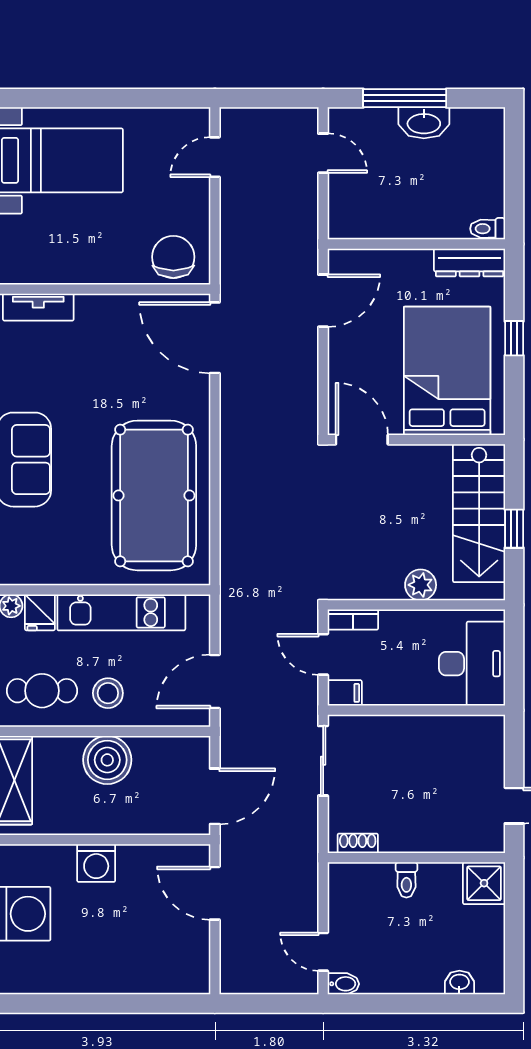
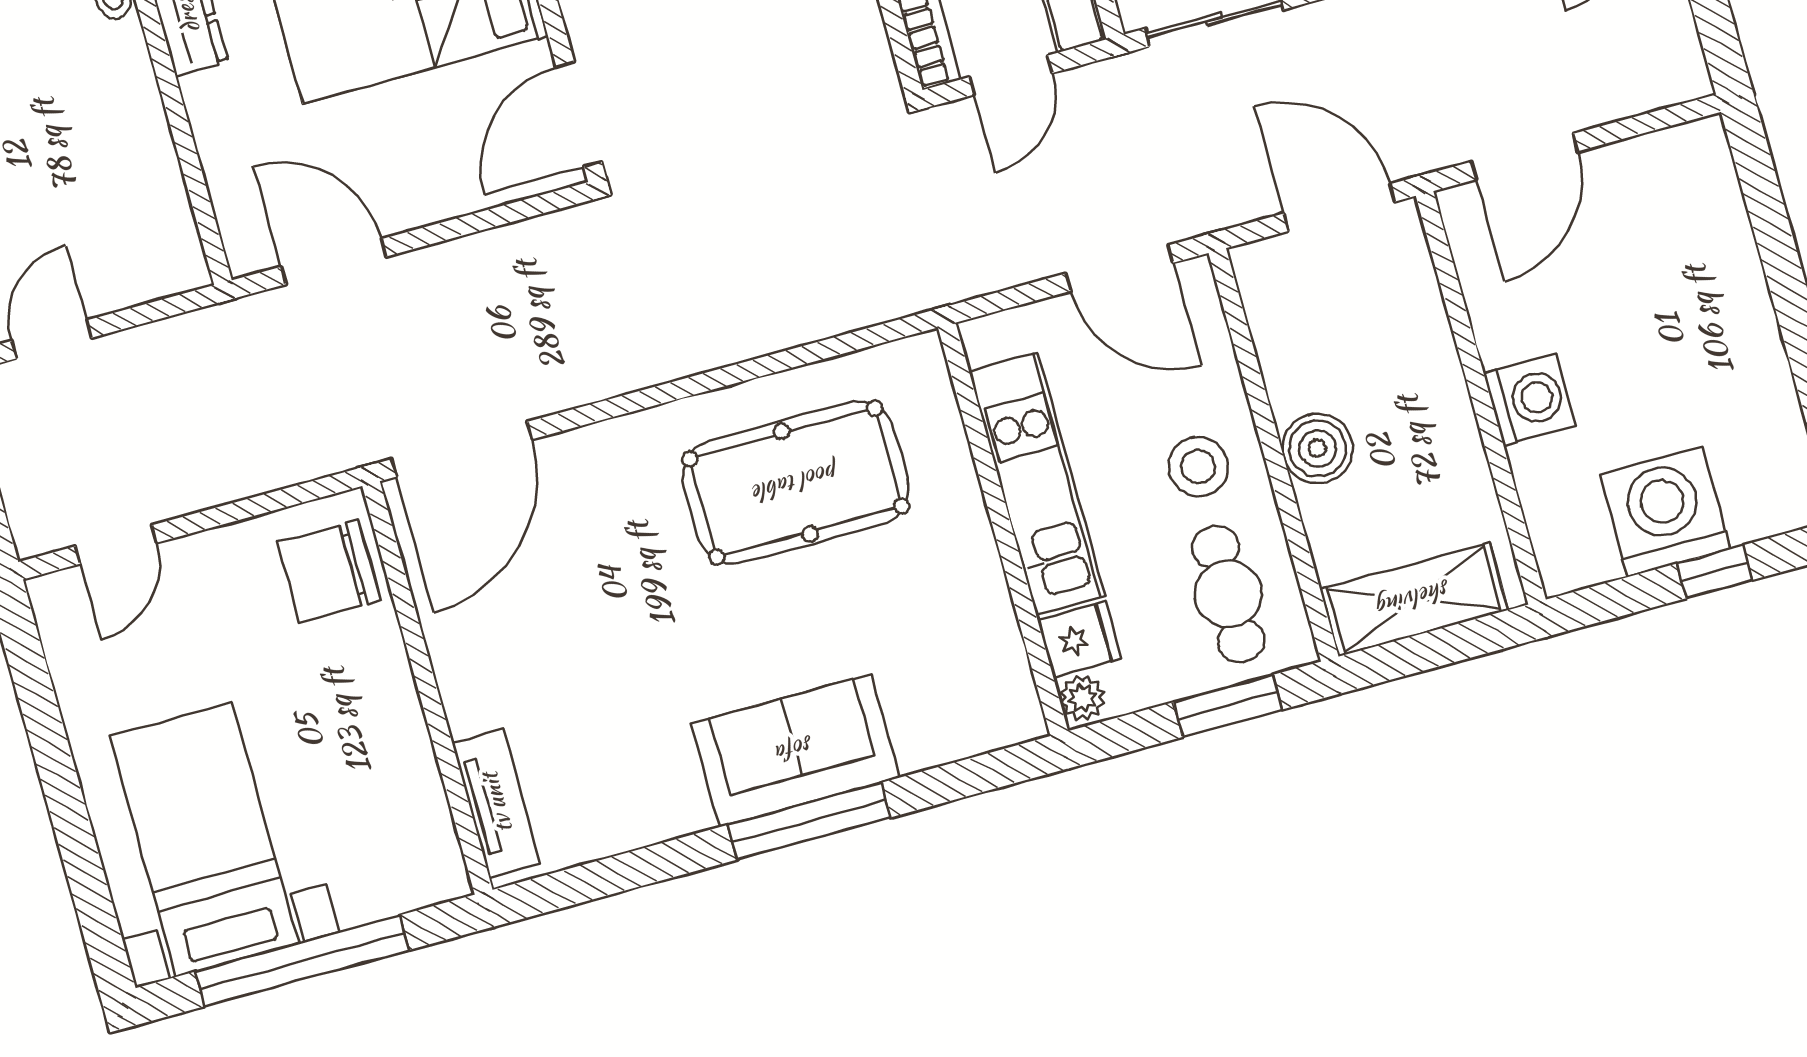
door: (215, 157) -> (116, 545), hinge flipped
pool table: (154, 495) -> (796, 483), width x0.73, depth x0.76
boiler: (107, 760) -> (1318, 448), width x0.73, depth x0.73

